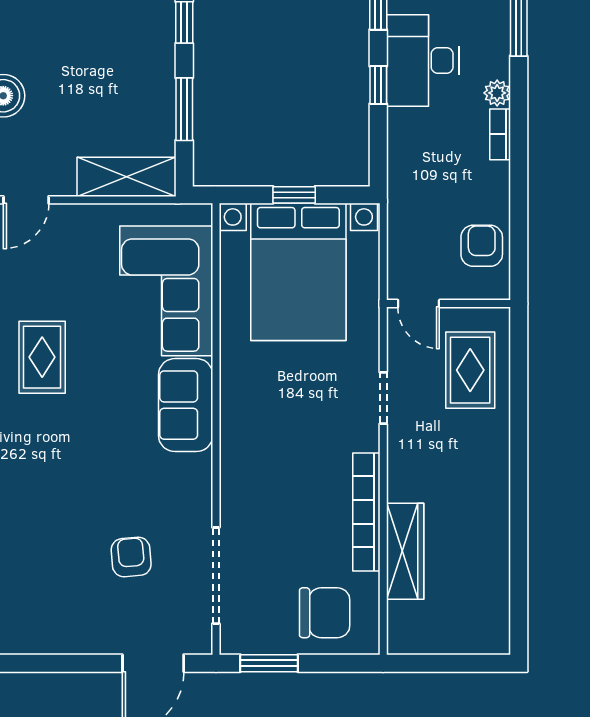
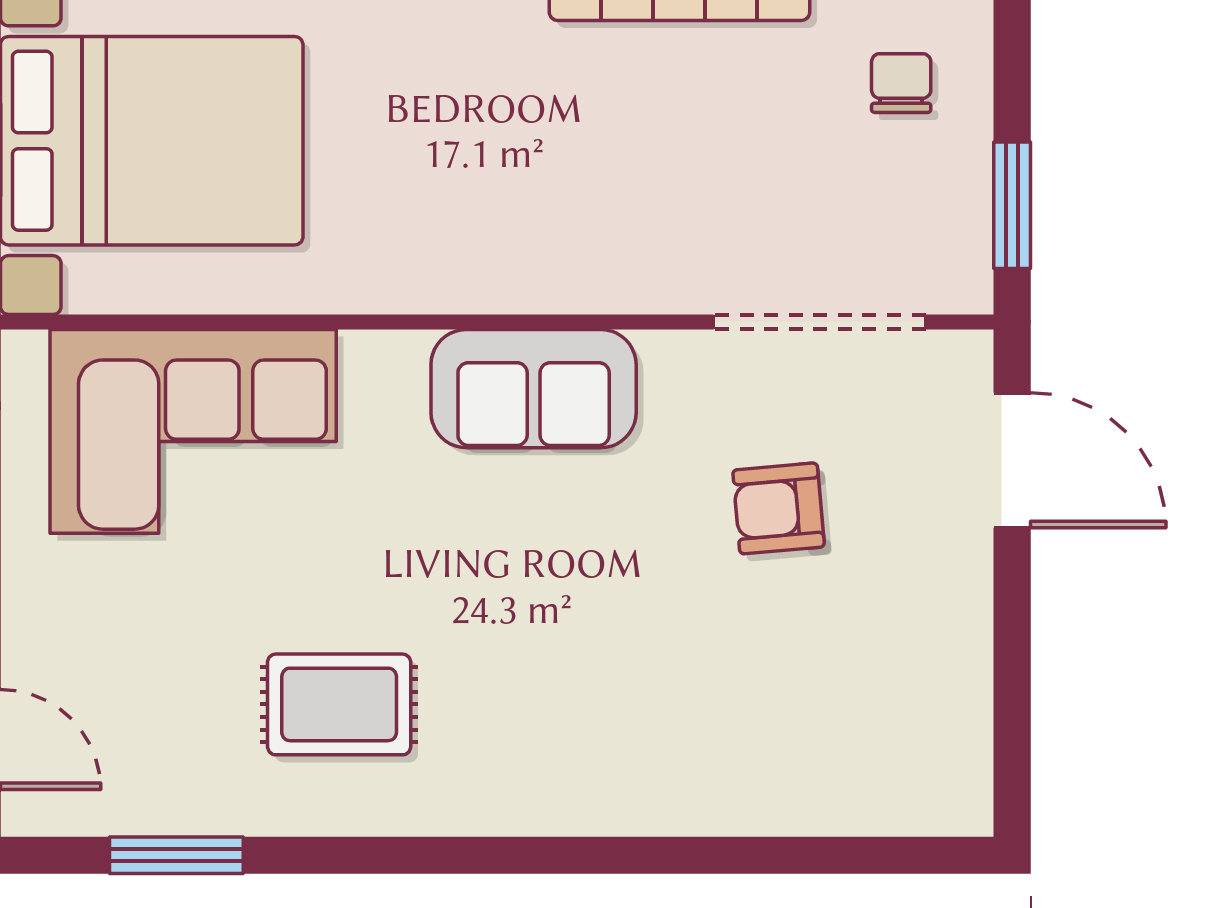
sofa: (186, 405) -> (534, 389), moved
chair: (325, 613) -> (901, 83), width x0.54, depth x0.54

